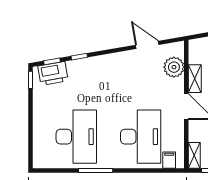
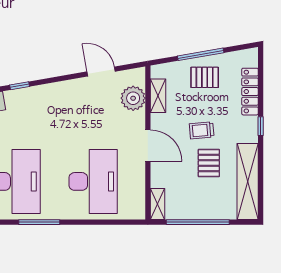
shelving: (195, 79) -> (158, 96), moved
filing cabinet: (169, 160) -> (127, 210), removed

